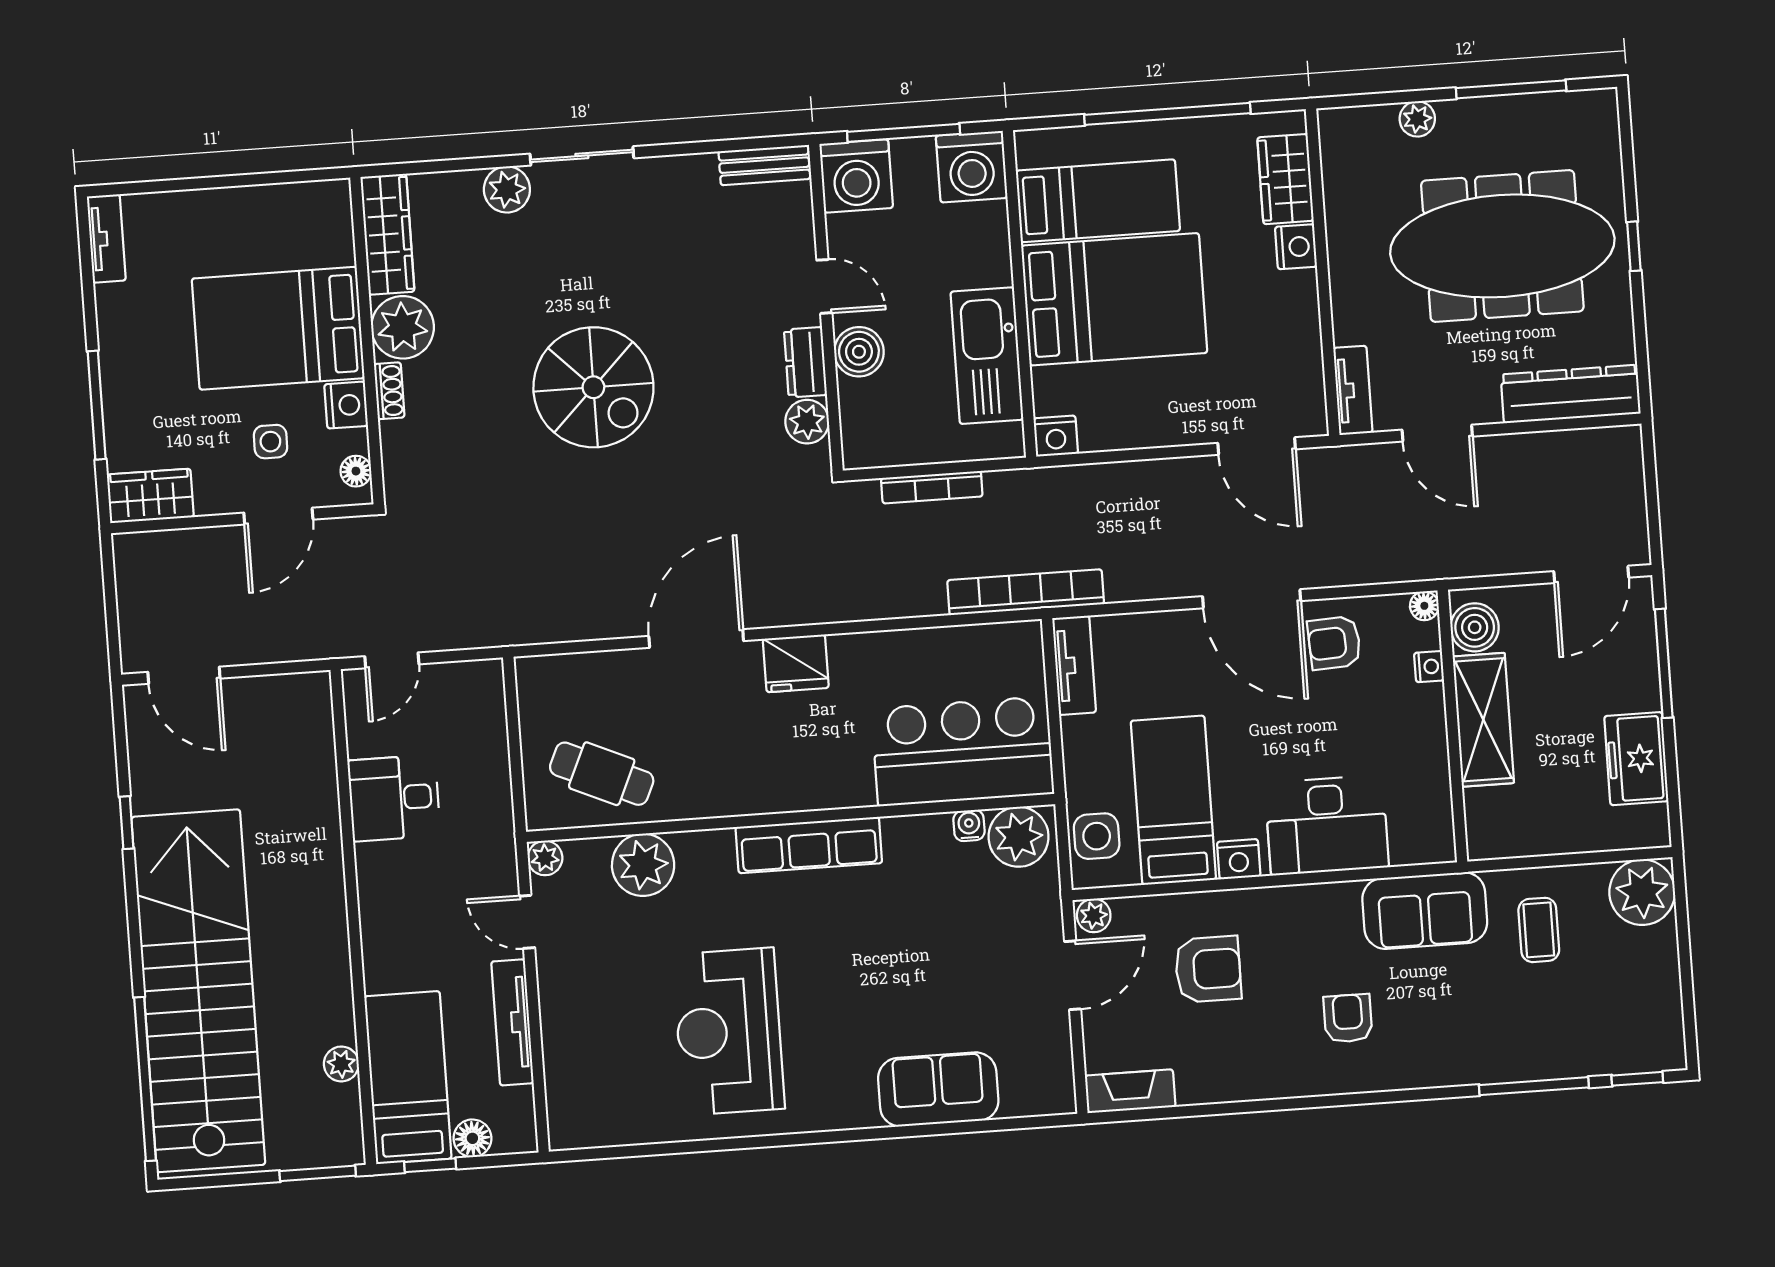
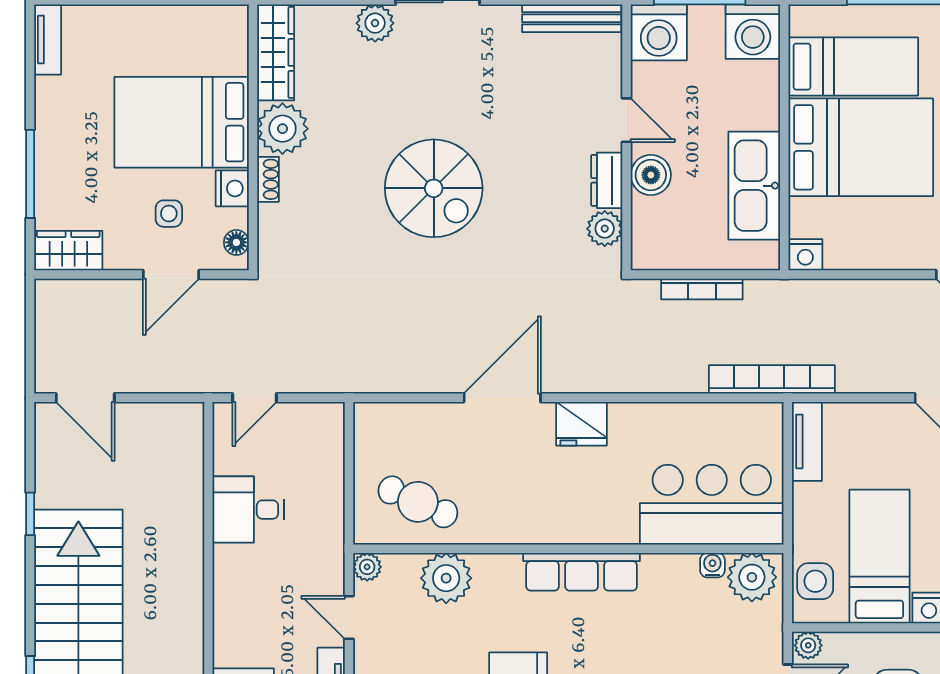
bench: (764, 165) -> (572, 18), width x1.36

